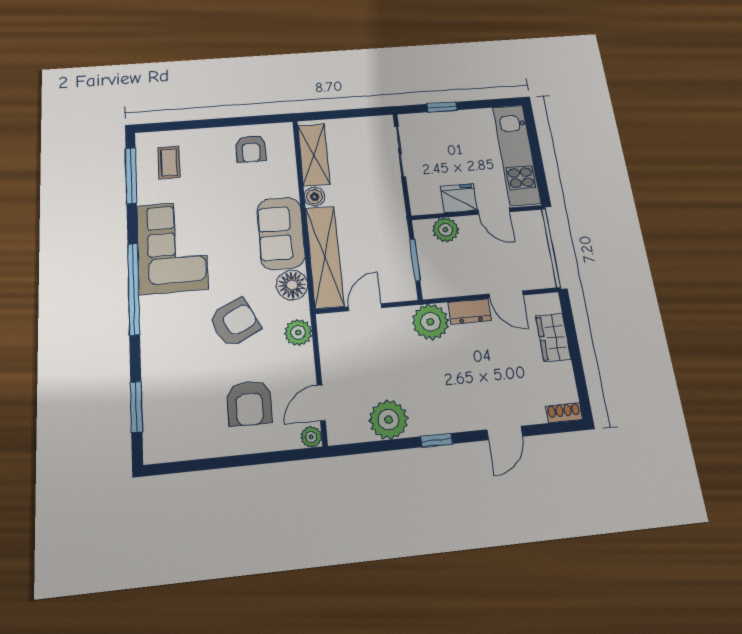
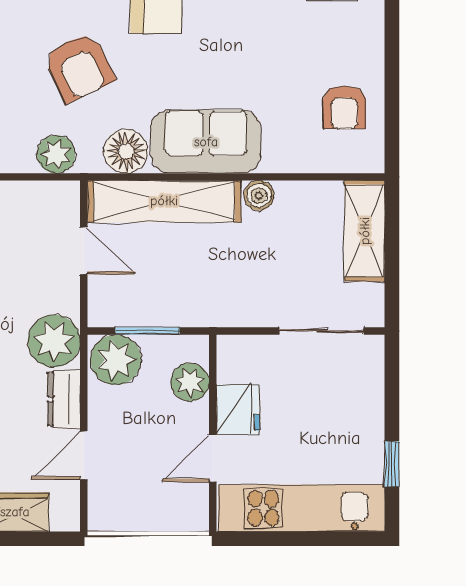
window: (442, 107) -> (392, 464), moved
armchair: (251, 149) -> (344, 107), turned -90
shelving: (314, 155) -> (365, 231), moved, turned 90
plant: (437, 279) -> (116, 360), added

